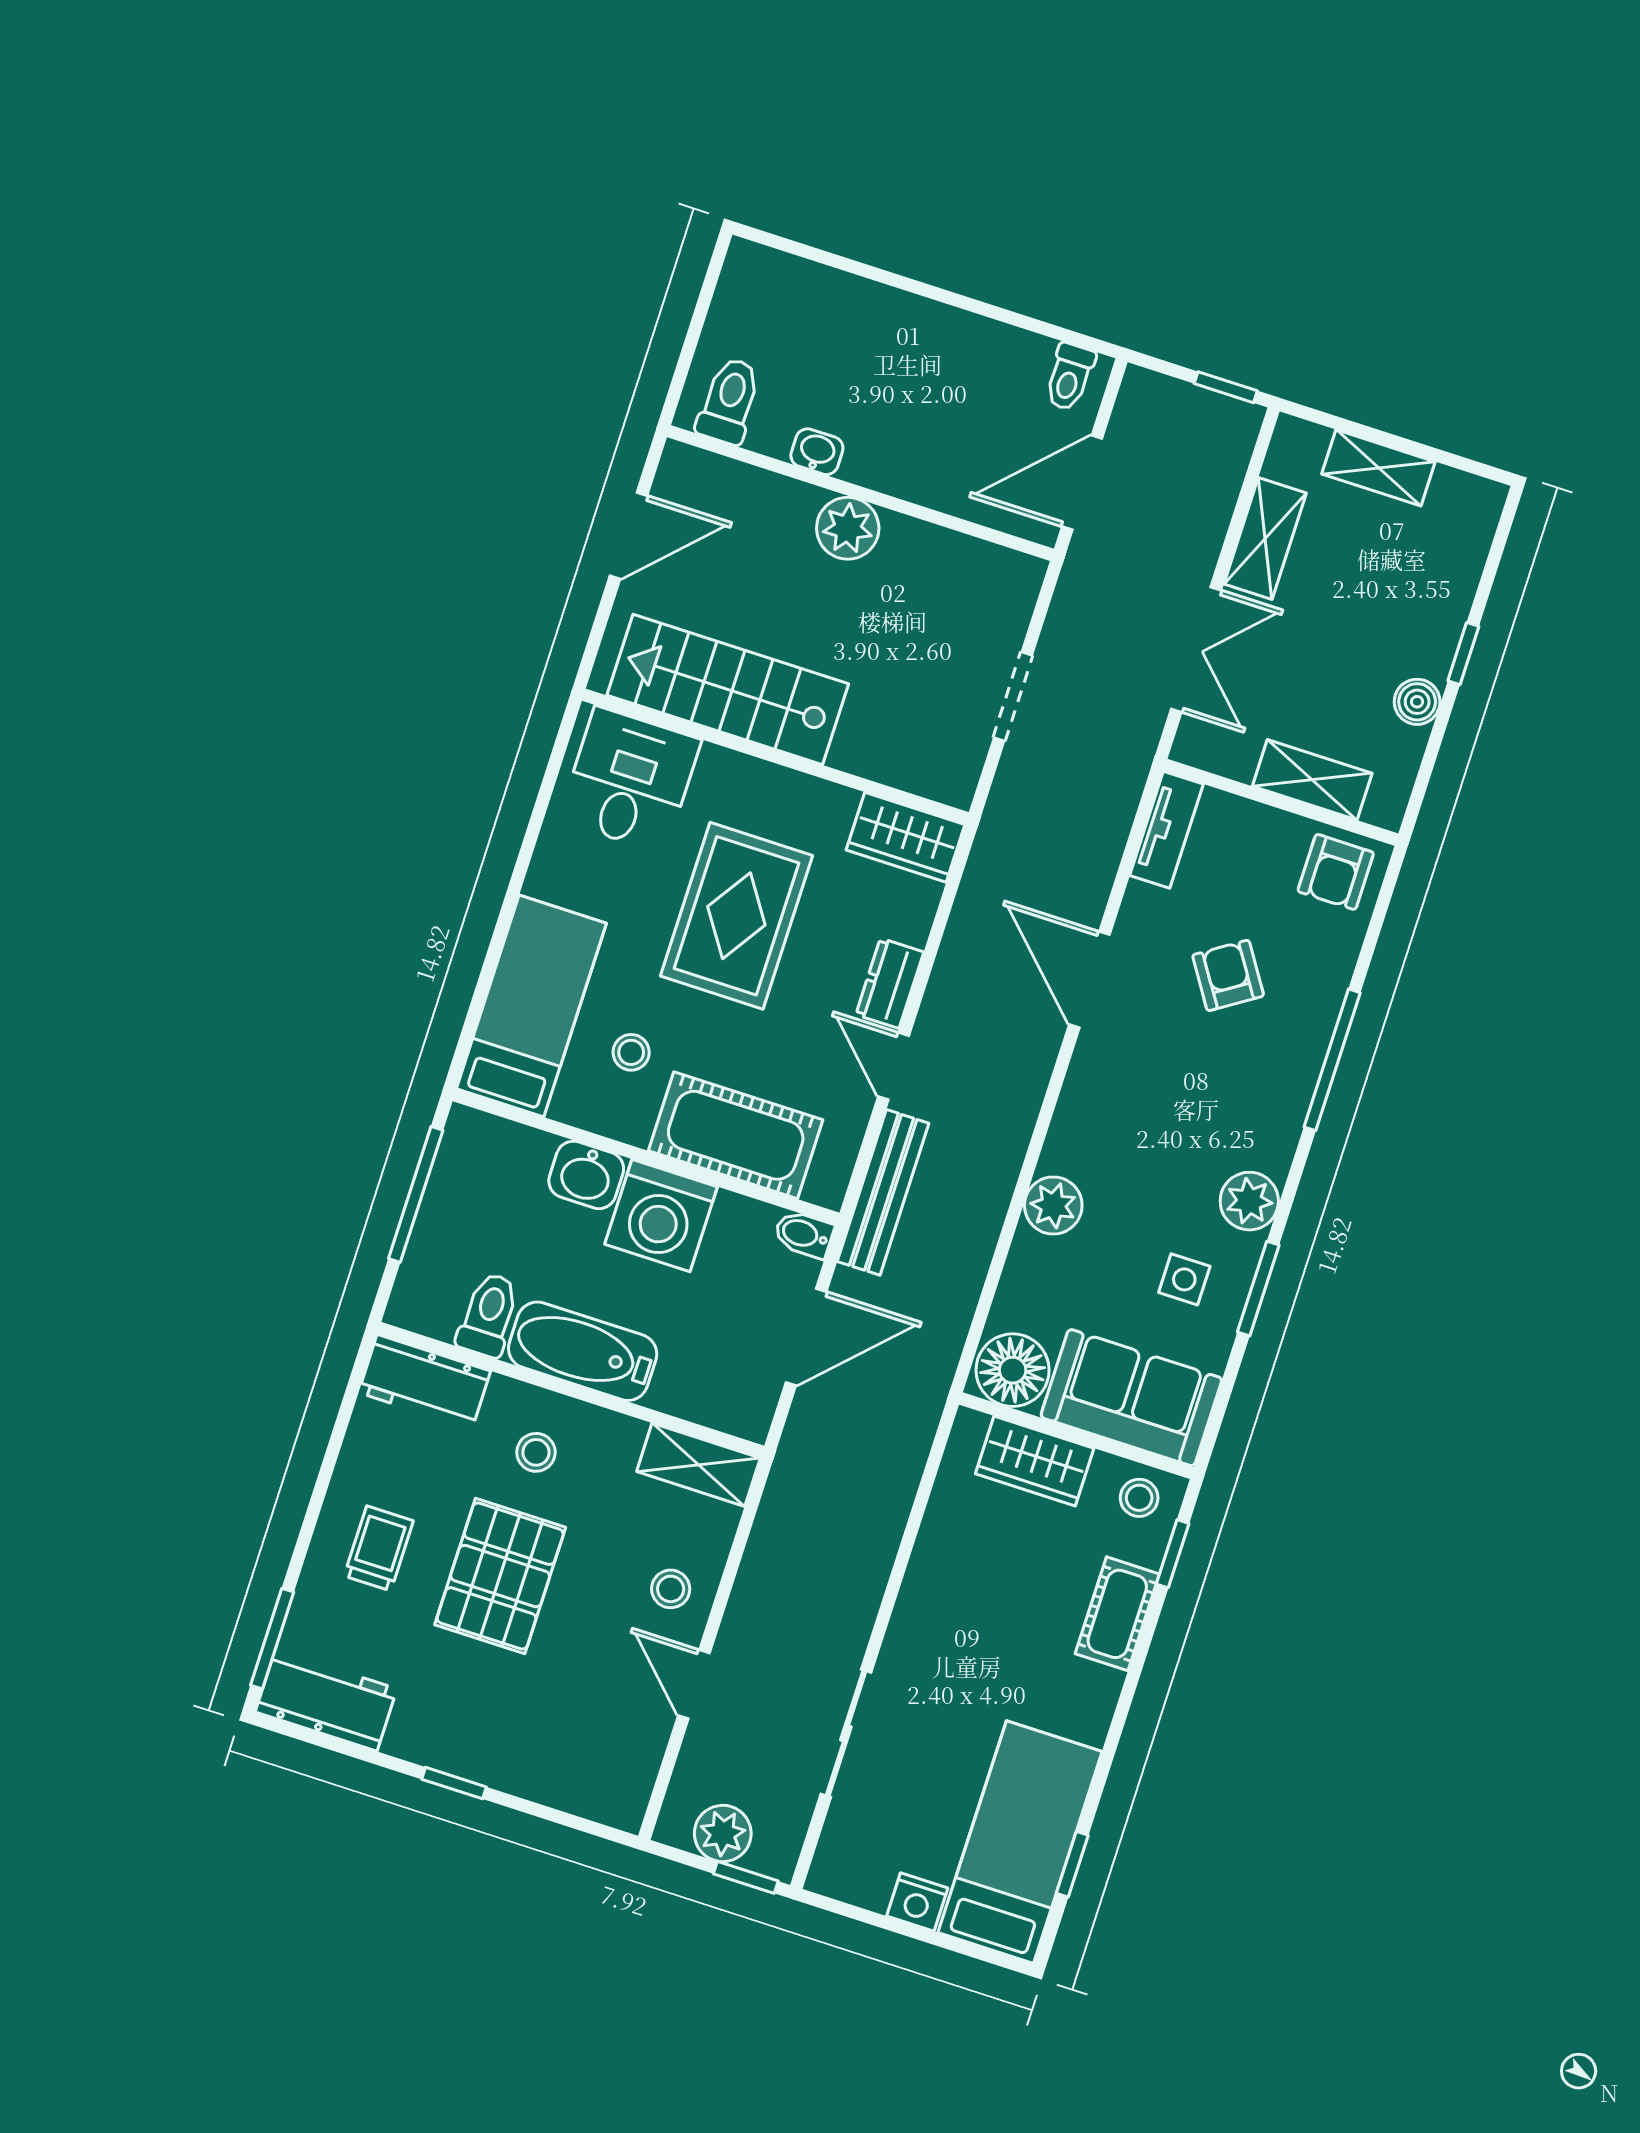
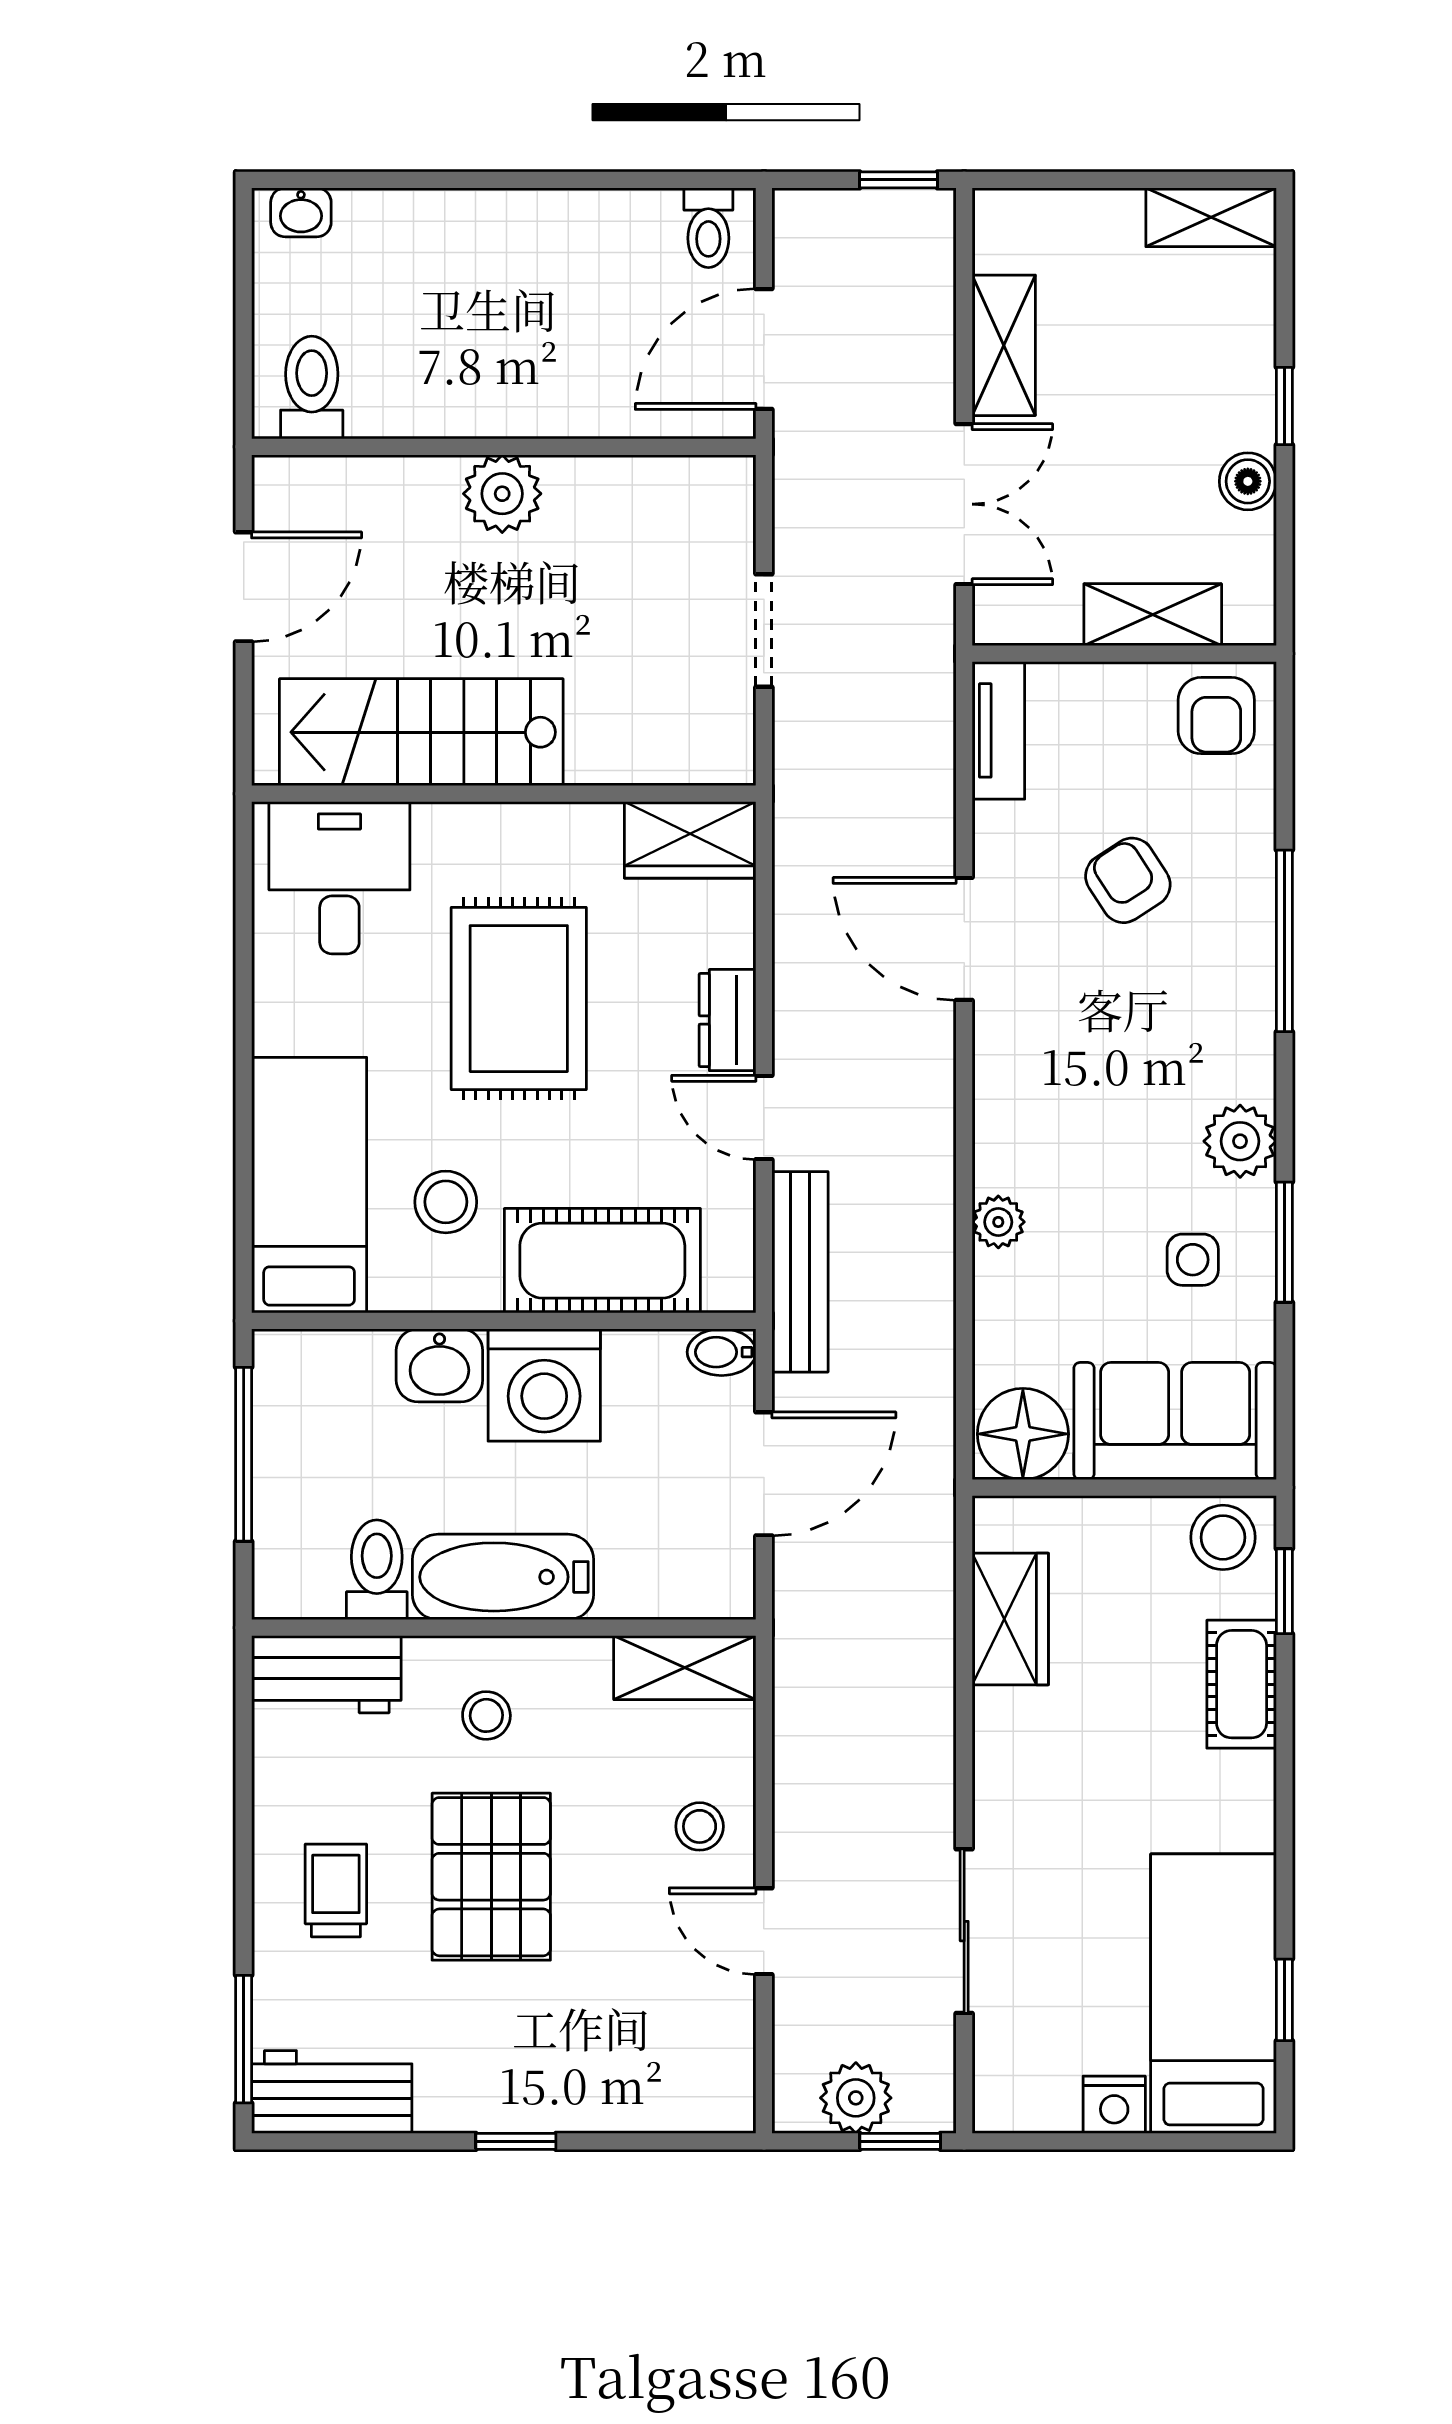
washbasin: (817, 452) -> (301, 212), moved, turned 180
shelving: (1378, 468) -> (1211, 217), moved
stool: (631, 1052) -> (446, 1202), width x1.37, depth x1.37
plant: (1053, 1206) -> (998, 1222), width x0.73, depth x0.73
wardrobe: (1035, 1461) -> (1010, 1619), moved, turned -90
stool: (1139, 1498) -> (1223, 1537), width x1.37, depth x1.37

